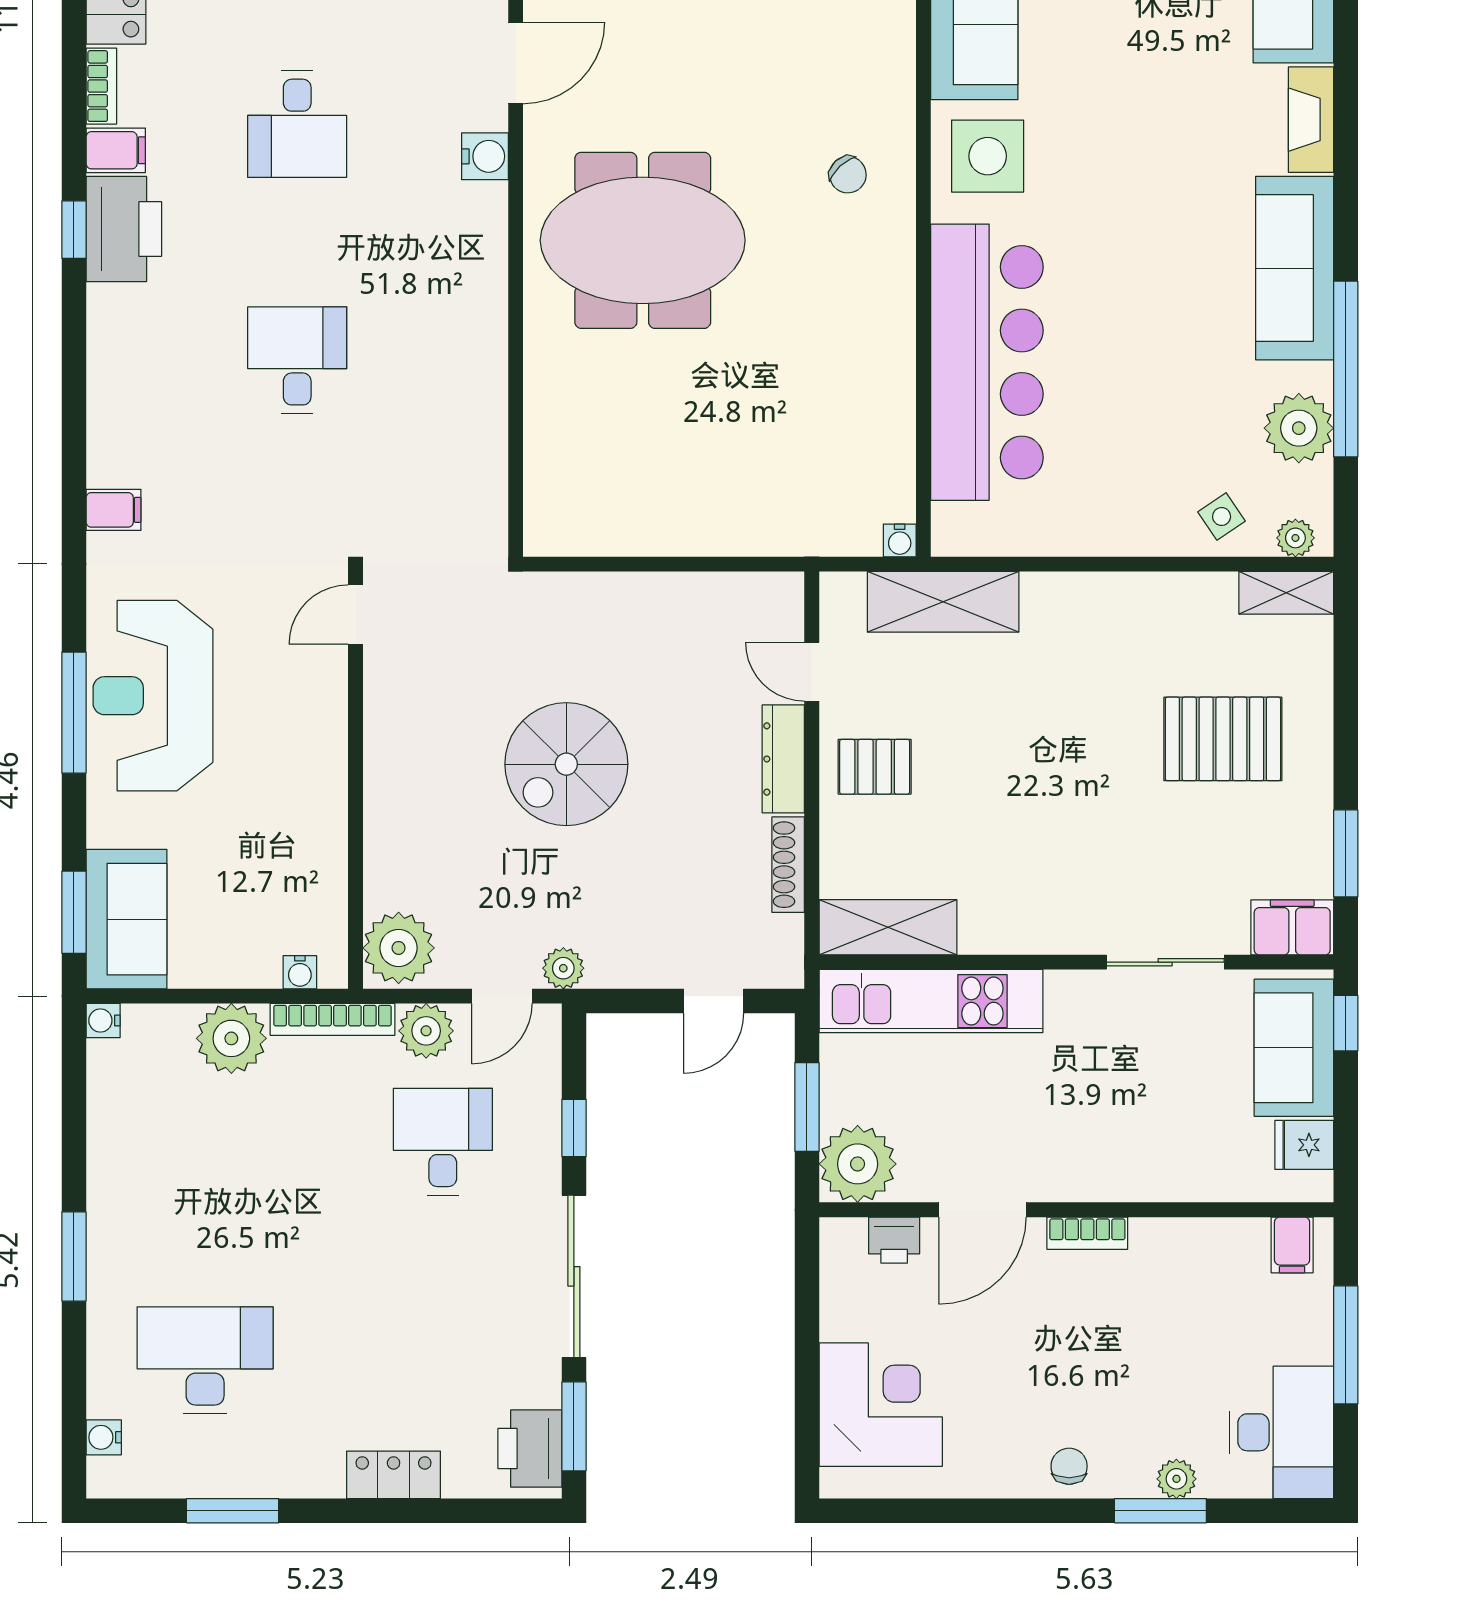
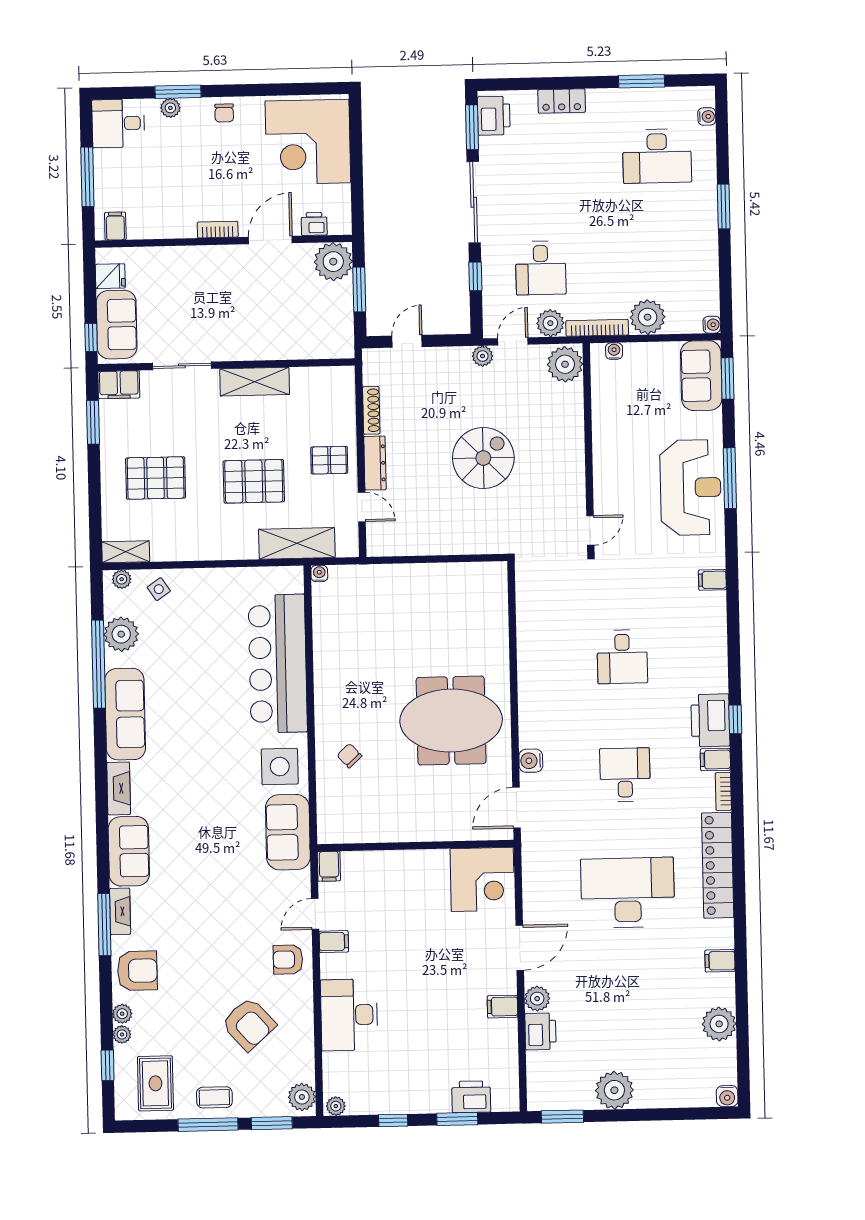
pallet: (1027, 728) -> (254, 481), added
shelving: (888, 927) -> (255, 382), moved
kitchen unit: (931, 1001) -> (298, 344), removed
corner desk: (881, 1405) -> (308, 142), width x1.36, depth x1.36
desk: (1282, 1432) -> (118, 123), width x0.73

